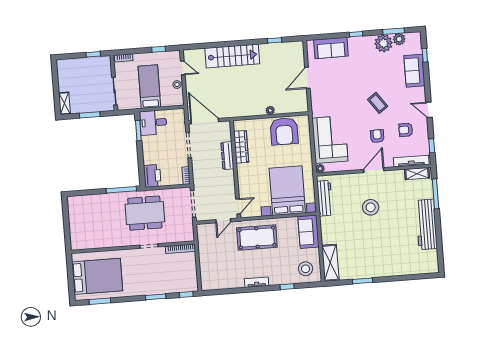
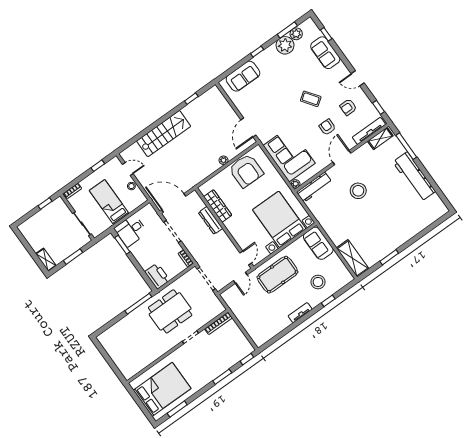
door: (307, 78) -> (248, 128), moved
workbench: (325, 198) -> (314, 187), moved, turned 90
stool: (306, 269) -> (318, 282), moved

